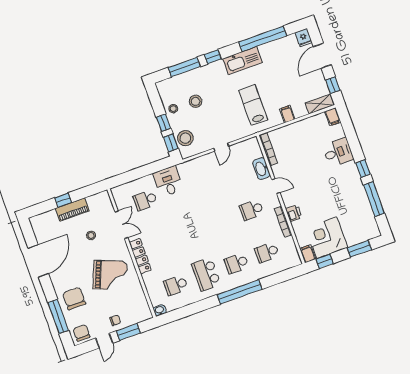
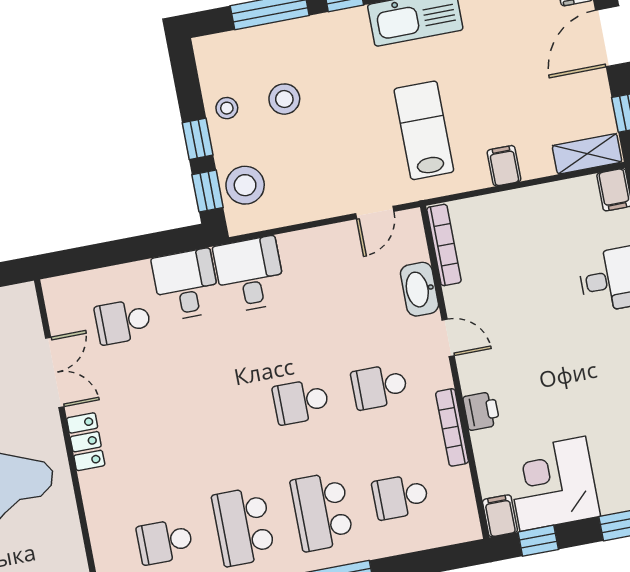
door: (221, 147) -> (375, 213), moved
desk: (193, 173) -> (250, 274), added
school desk: (221, 221) -> (301, 402), added
locker: (140, 256) -> (86, 442), width x0.66
school desk: (237, 263) -> (322, 512), width x1.85

